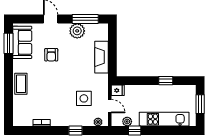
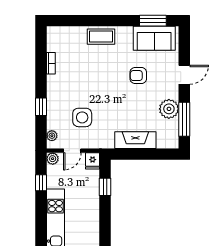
window: (166, 81) -> (105, 187), moved
plant: (127, 122) -> (53, 159), moved

